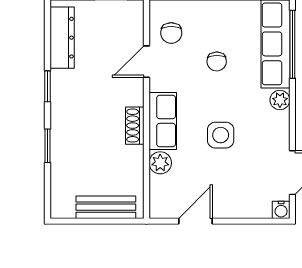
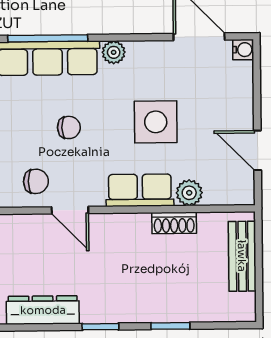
shoe rack: (135, 126) -> (174, 223), moved
side table: (221, 135) -> (156, 122), width x1.37, depth x1.37

